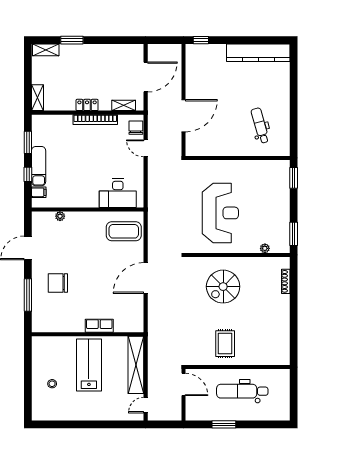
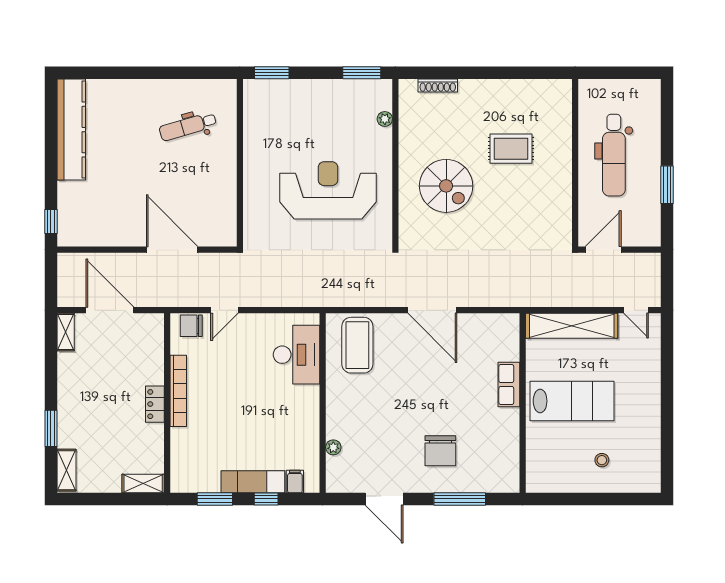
shelving: (124, 105) -> (66, 332), moved
rug: (225, 344) -> (511, 149), moved
lab bench: (89, 365) -> (572, 401), turned 180

